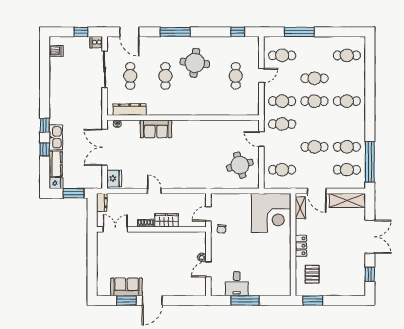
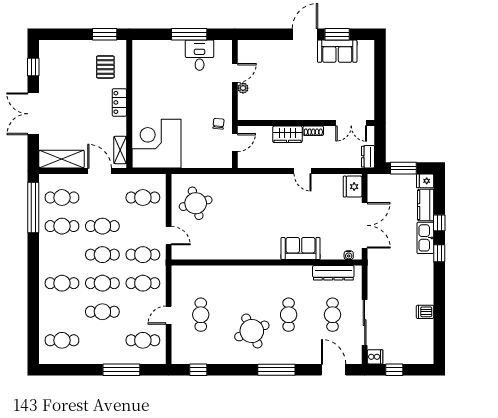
dishwasher: (56, 51) -> (425, 312), moved
round table: (195, 63) -> (252, 331), turned -30
cafe table: (314, 124) -> (102, 255), added

